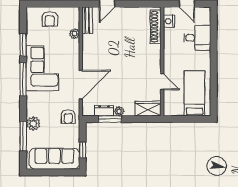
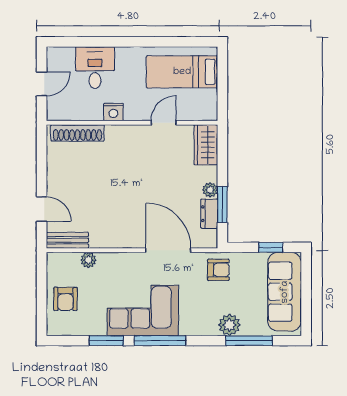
armchair: (50, 19) -> (65, 299), turned 90
nightstand: (169, 21) -> (113, 112), moved

